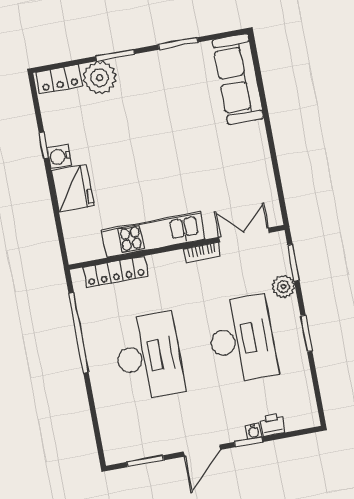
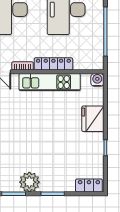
plant: (100, 78) -> (29, 182), moved
water cooler: (59, 157) -> (97, 80), moved, turned -90
locker: (115, 272) -> (53, 64), moved

